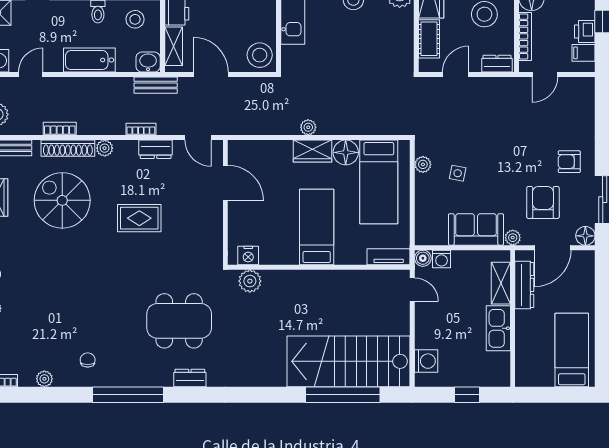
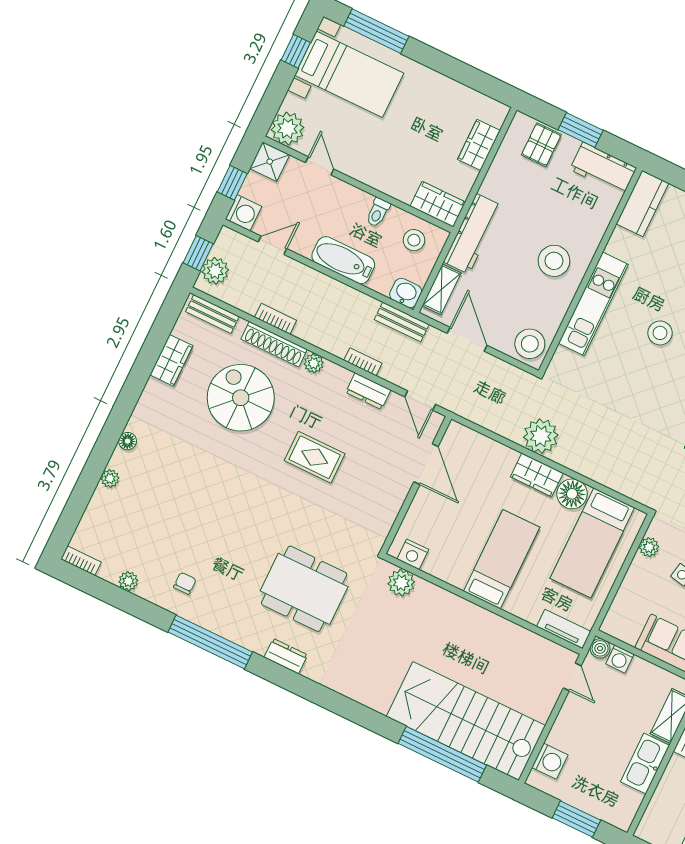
plant: (308, 127) -> (541, 436), width x1.88, depth x1.88
window: (467, 395) -> (576, 819), width x1.50

